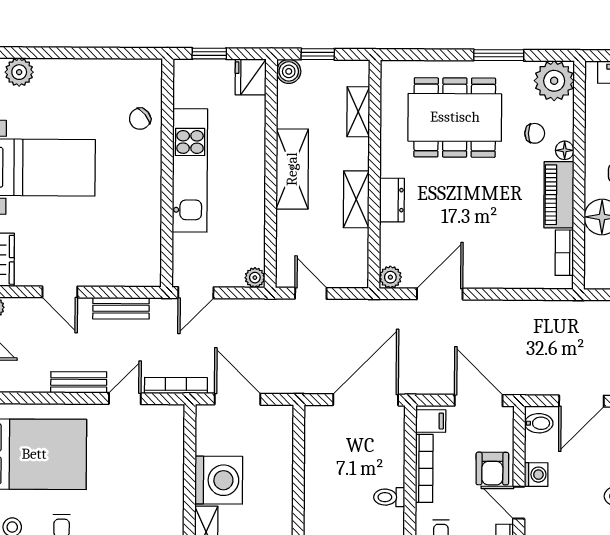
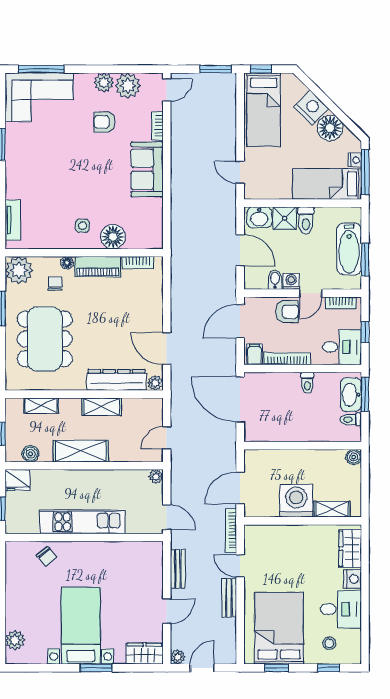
boiler: (289, 71) -> (31, 454), moved
dresser: (392, 200) -> (117, 380), width x1.96, depth x1.24
bidet: (539, 423) -> (275, 280), moved

